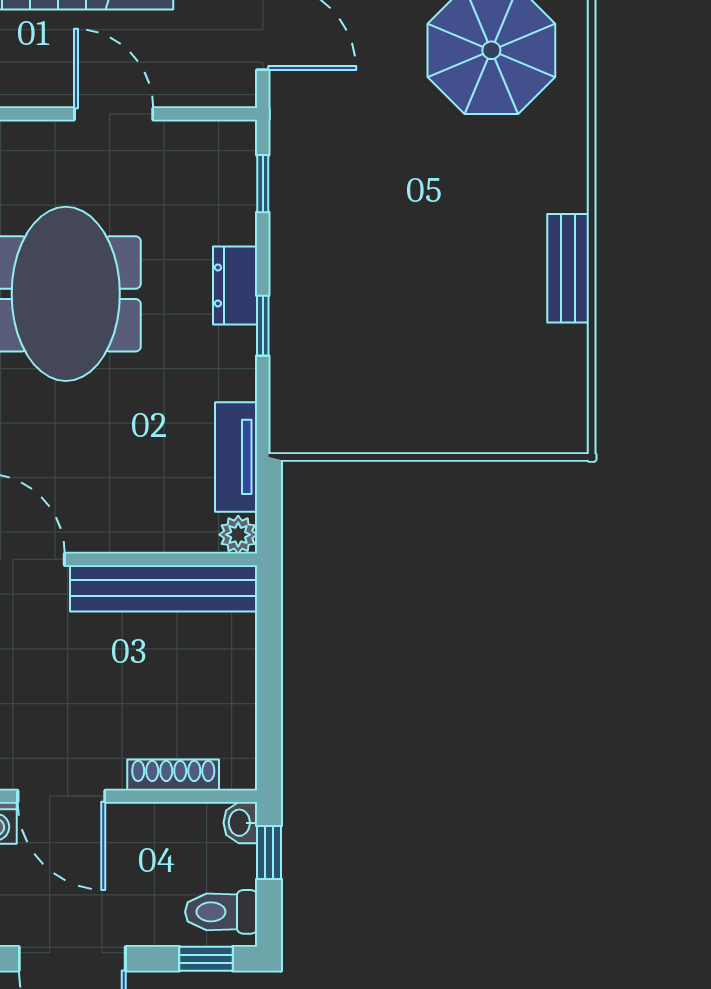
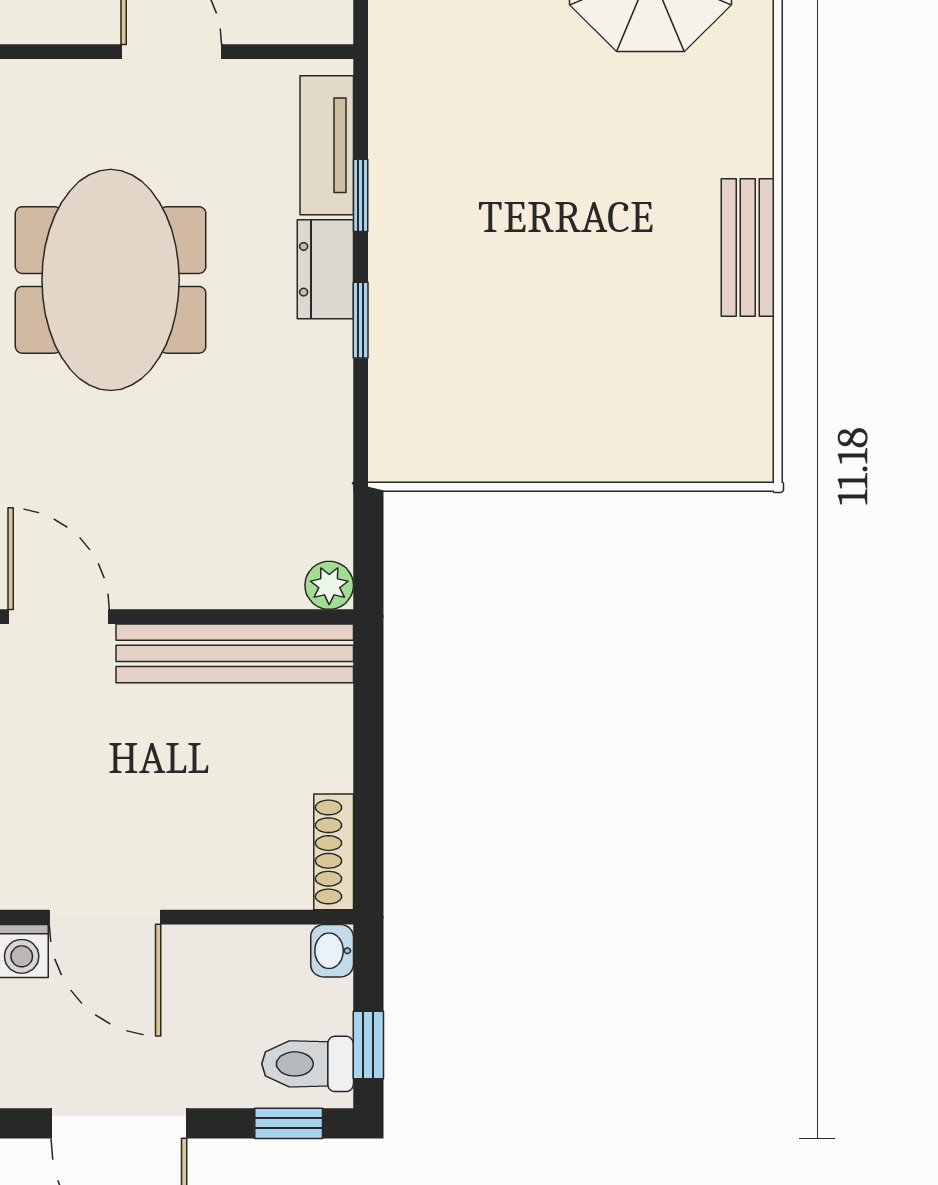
window: (263, 184) -> (361, 195), moved
tv unit: (236, 457) -> (327, 145), moved
shoe rack: (173, 775) -> (334, 852), moved, turned -90
window: (269, 853) -> (368, 1045), moved

